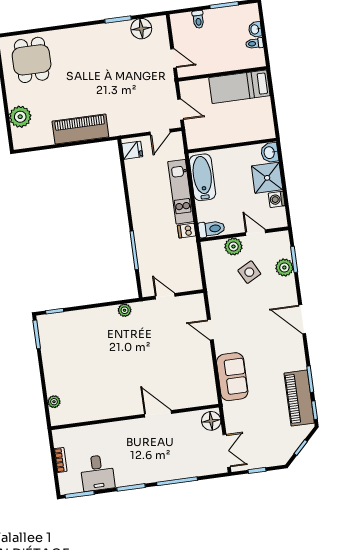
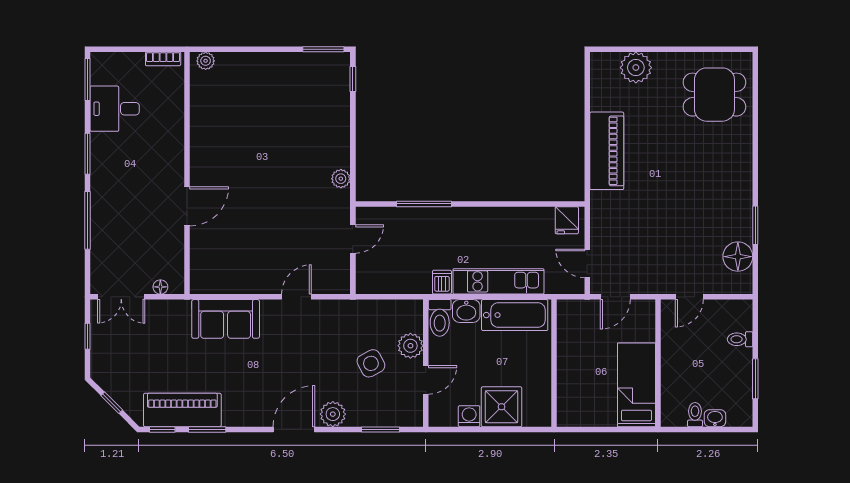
washbasin: (270, 153) -> (466, 311), moved, turned 180
plant: (284, 268) -> (333, 414), moved
plant: (54, 402) -> (206, 61), moved
floor lamp: (211, 421) -> (160, 287), width x0.53, depth x0.53
bookcase: (60, 460) -> (163, 59), moved

